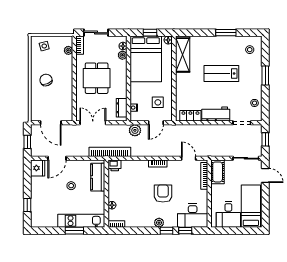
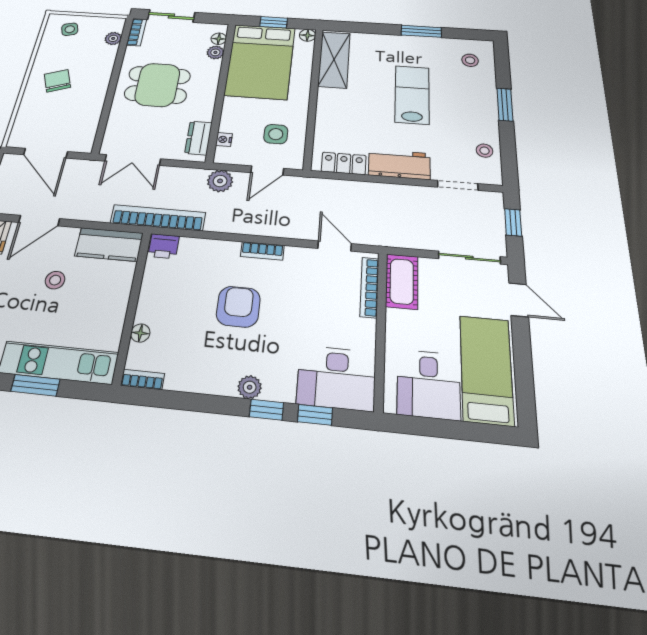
lab bench: (221, 74) -> (412, 95), turned 90
dining table: (97, 78) -> (157, 85), turned 90
double door: (93, 123) -> (133, 160), swing flipped
kitchen counter: (98, 177) -> (109, 244), moved, turned -90
armchair: (163, 193) -> (238, 307), moved

